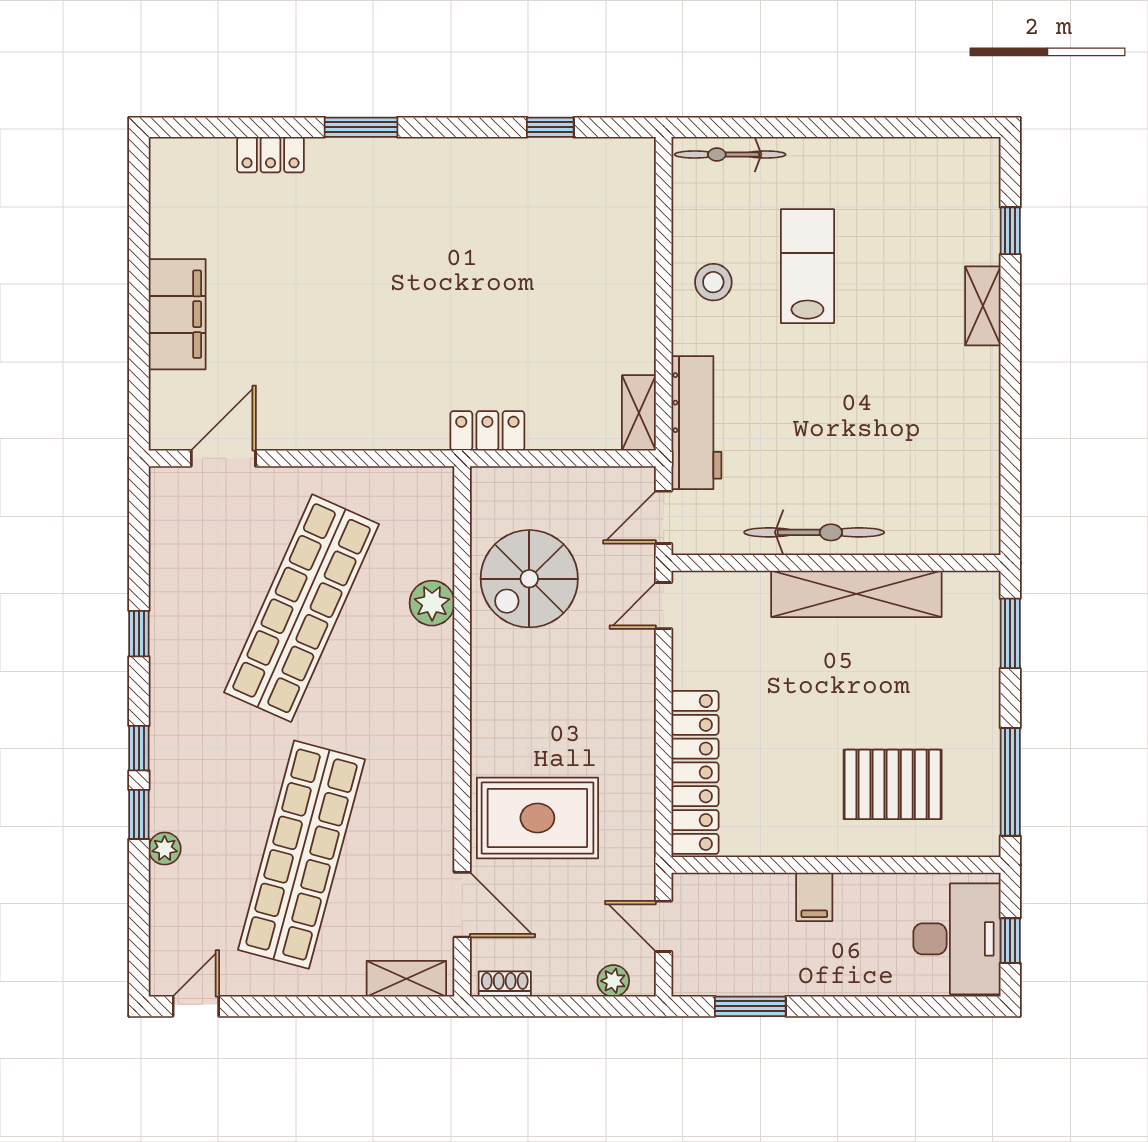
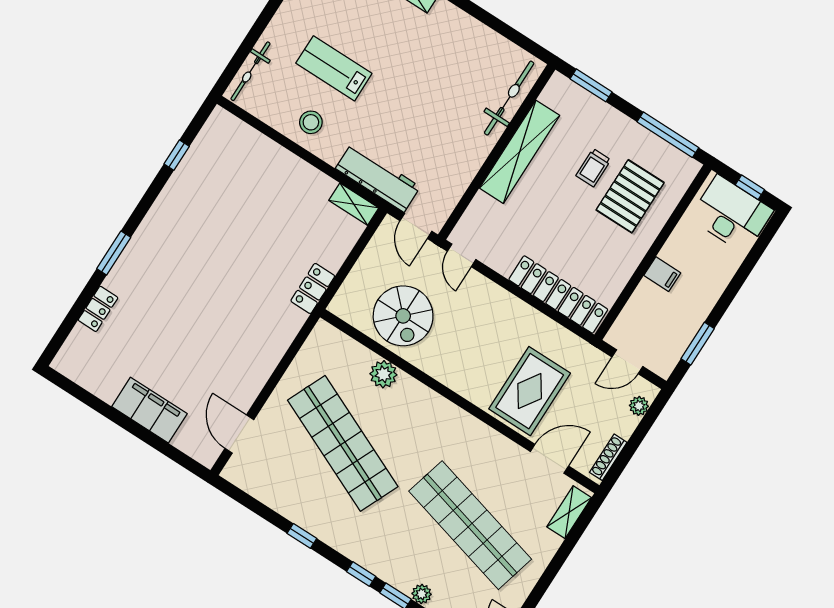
bicycle: (814, 532) -> (509, 98), moved
trolley: (899, 709) -> (593, 168), added
shoe rack: (505, 984) -> (608, 457), width x1.43

